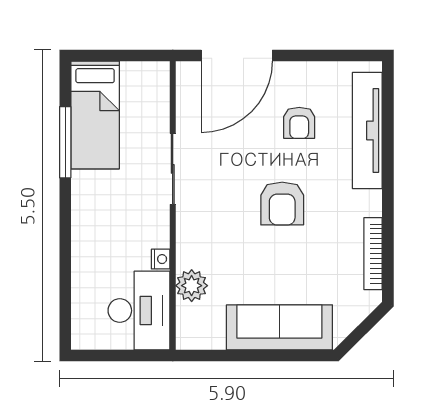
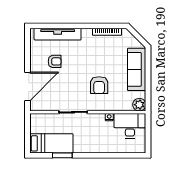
door: (237, 56) -> (27, 87), hinge flipped
window: (65, 142) -> (62, 155), width x0.69
armchair: (282, 204) -> (99, 85), moved, turned 90
plant: (192, 286) -> (139, 105), moved

